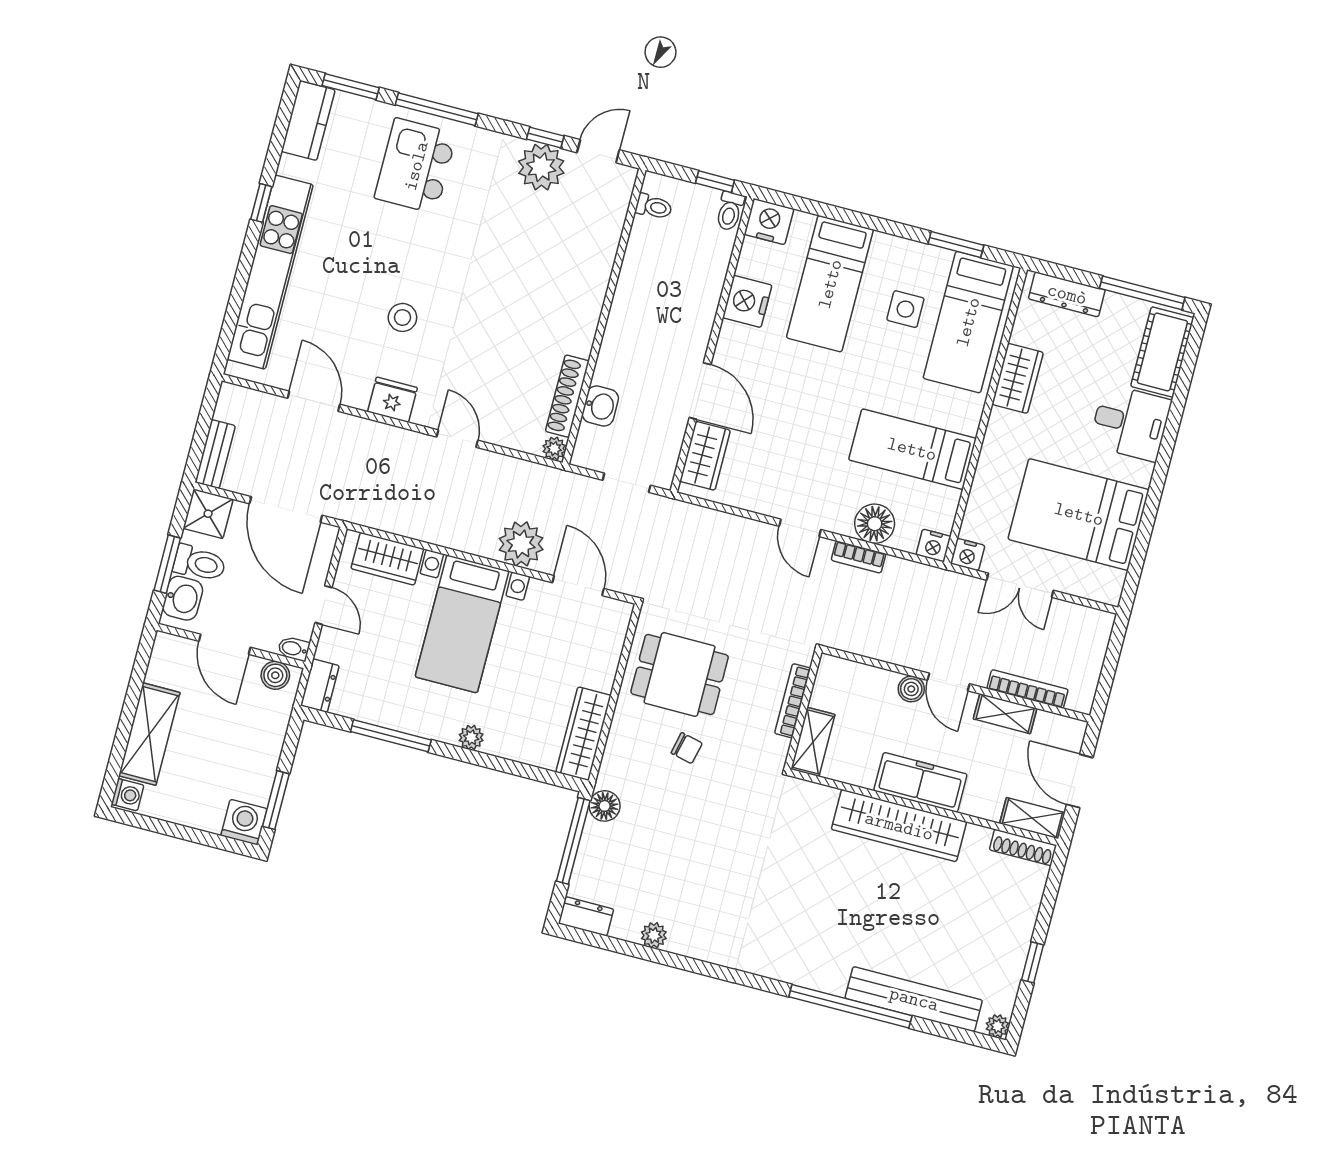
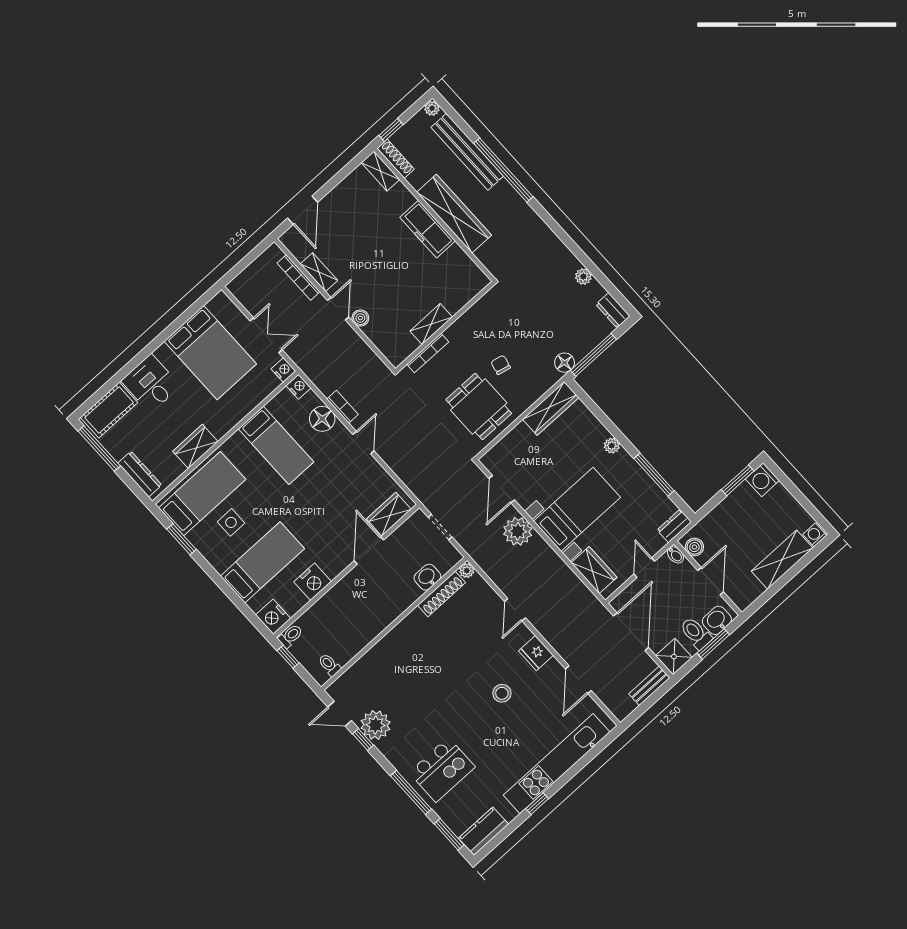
freezer: (920, 782) -> (428, 229), moved
wall: (924, 807) -> (434, 215), moved
shelving: (1032, 818) -> (380, 171), moved
wardrobe: (899, 826) -> (454, 214), moved
shoe rack: (1023, 847) -> (396, 159), moved

